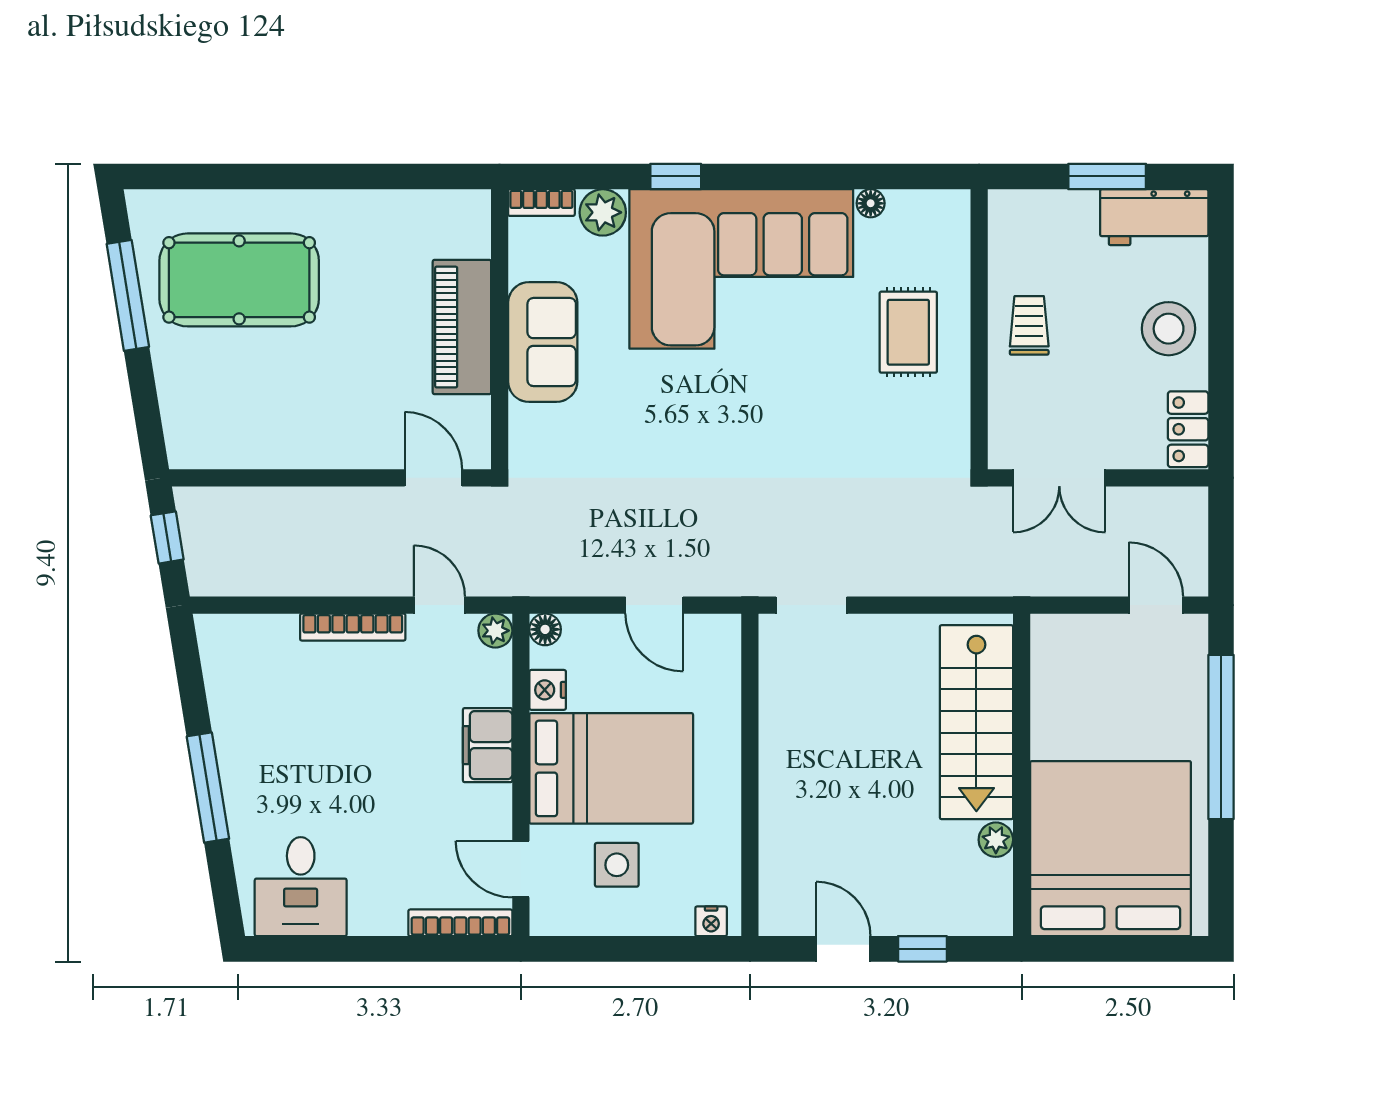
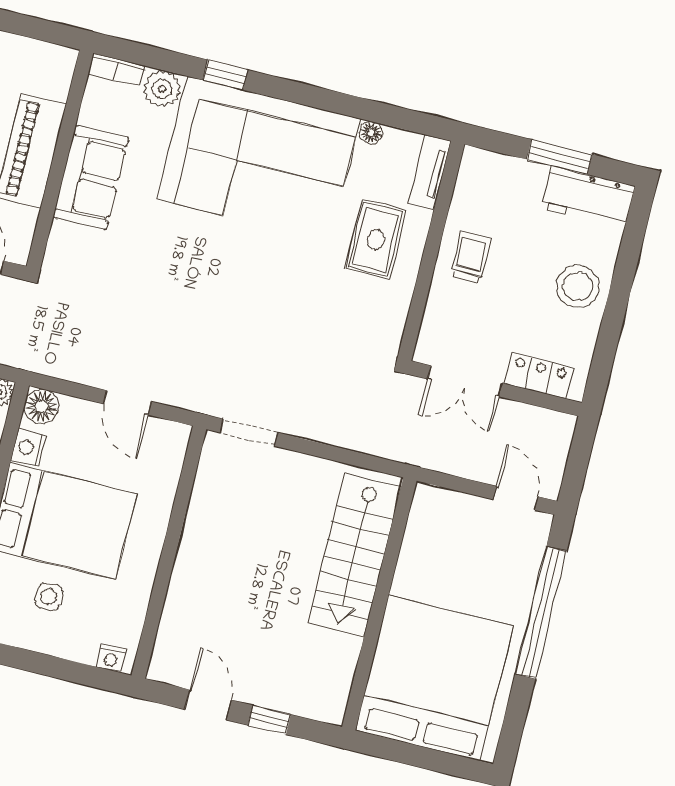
tv unit: (954, 234) -> (429, 172), added
locker: (1188, 429) -> (539, 376), moved, turned 90
floor lamp: (545, 629) -> (41, 406), width x1.37, depth x1.37
plant: (996, 840) -> (347, 649), removed
side table: (617, 865) -> (49, 597), width x0.73, depth x0.73

